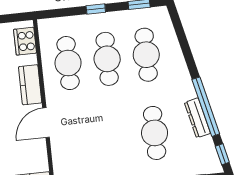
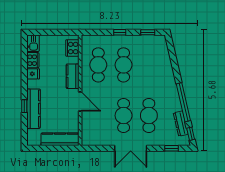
cafe table: (146, 55) -> (124, 116), moved
dresser: (197, 118) -> (181, 124), moved
door: (46, 123) -> (80, 101), swing flipped

